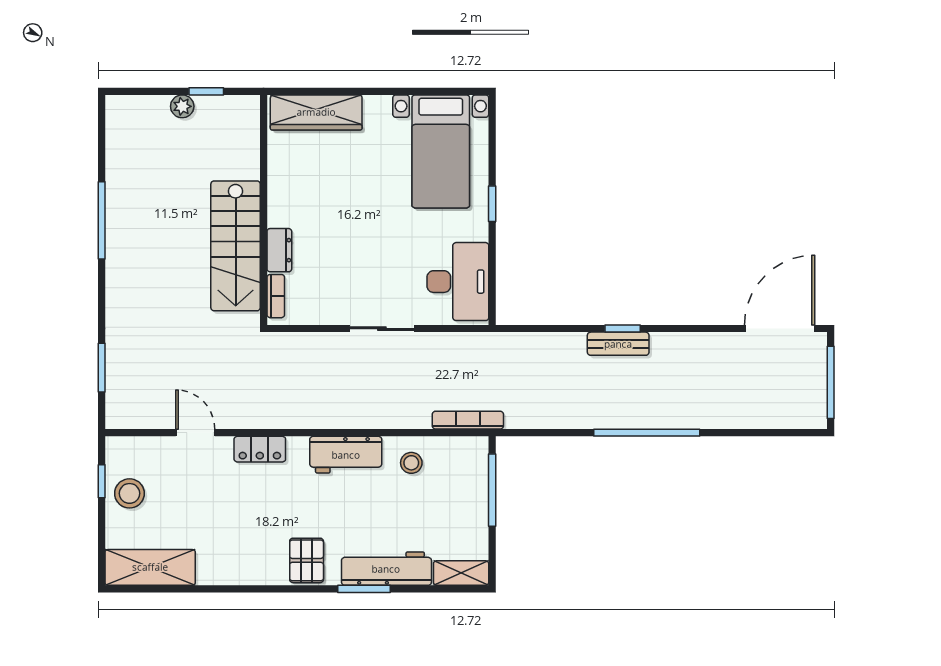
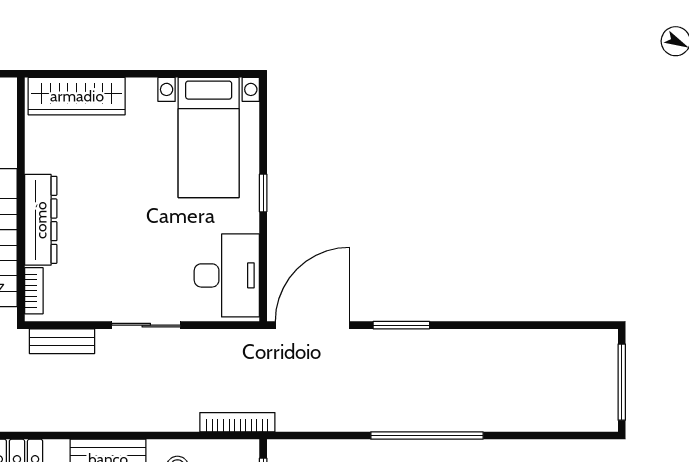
dresser: (279, 250) -> (41, 220), width x1.96, depth x1.24
window: (623, 329) -> (401, 325), width x1.50
door: (780, 329) -> (312, 325), moved
bench: (618, 344) -> (62, 341), moved

